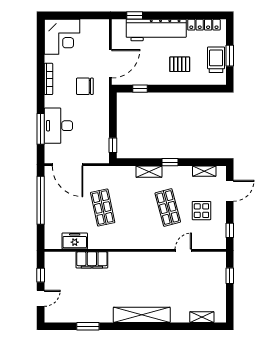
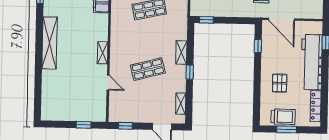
display table: (201, 211) -> (144, 100), removed
shelving: (202, 317) -> (103, 53), moved

